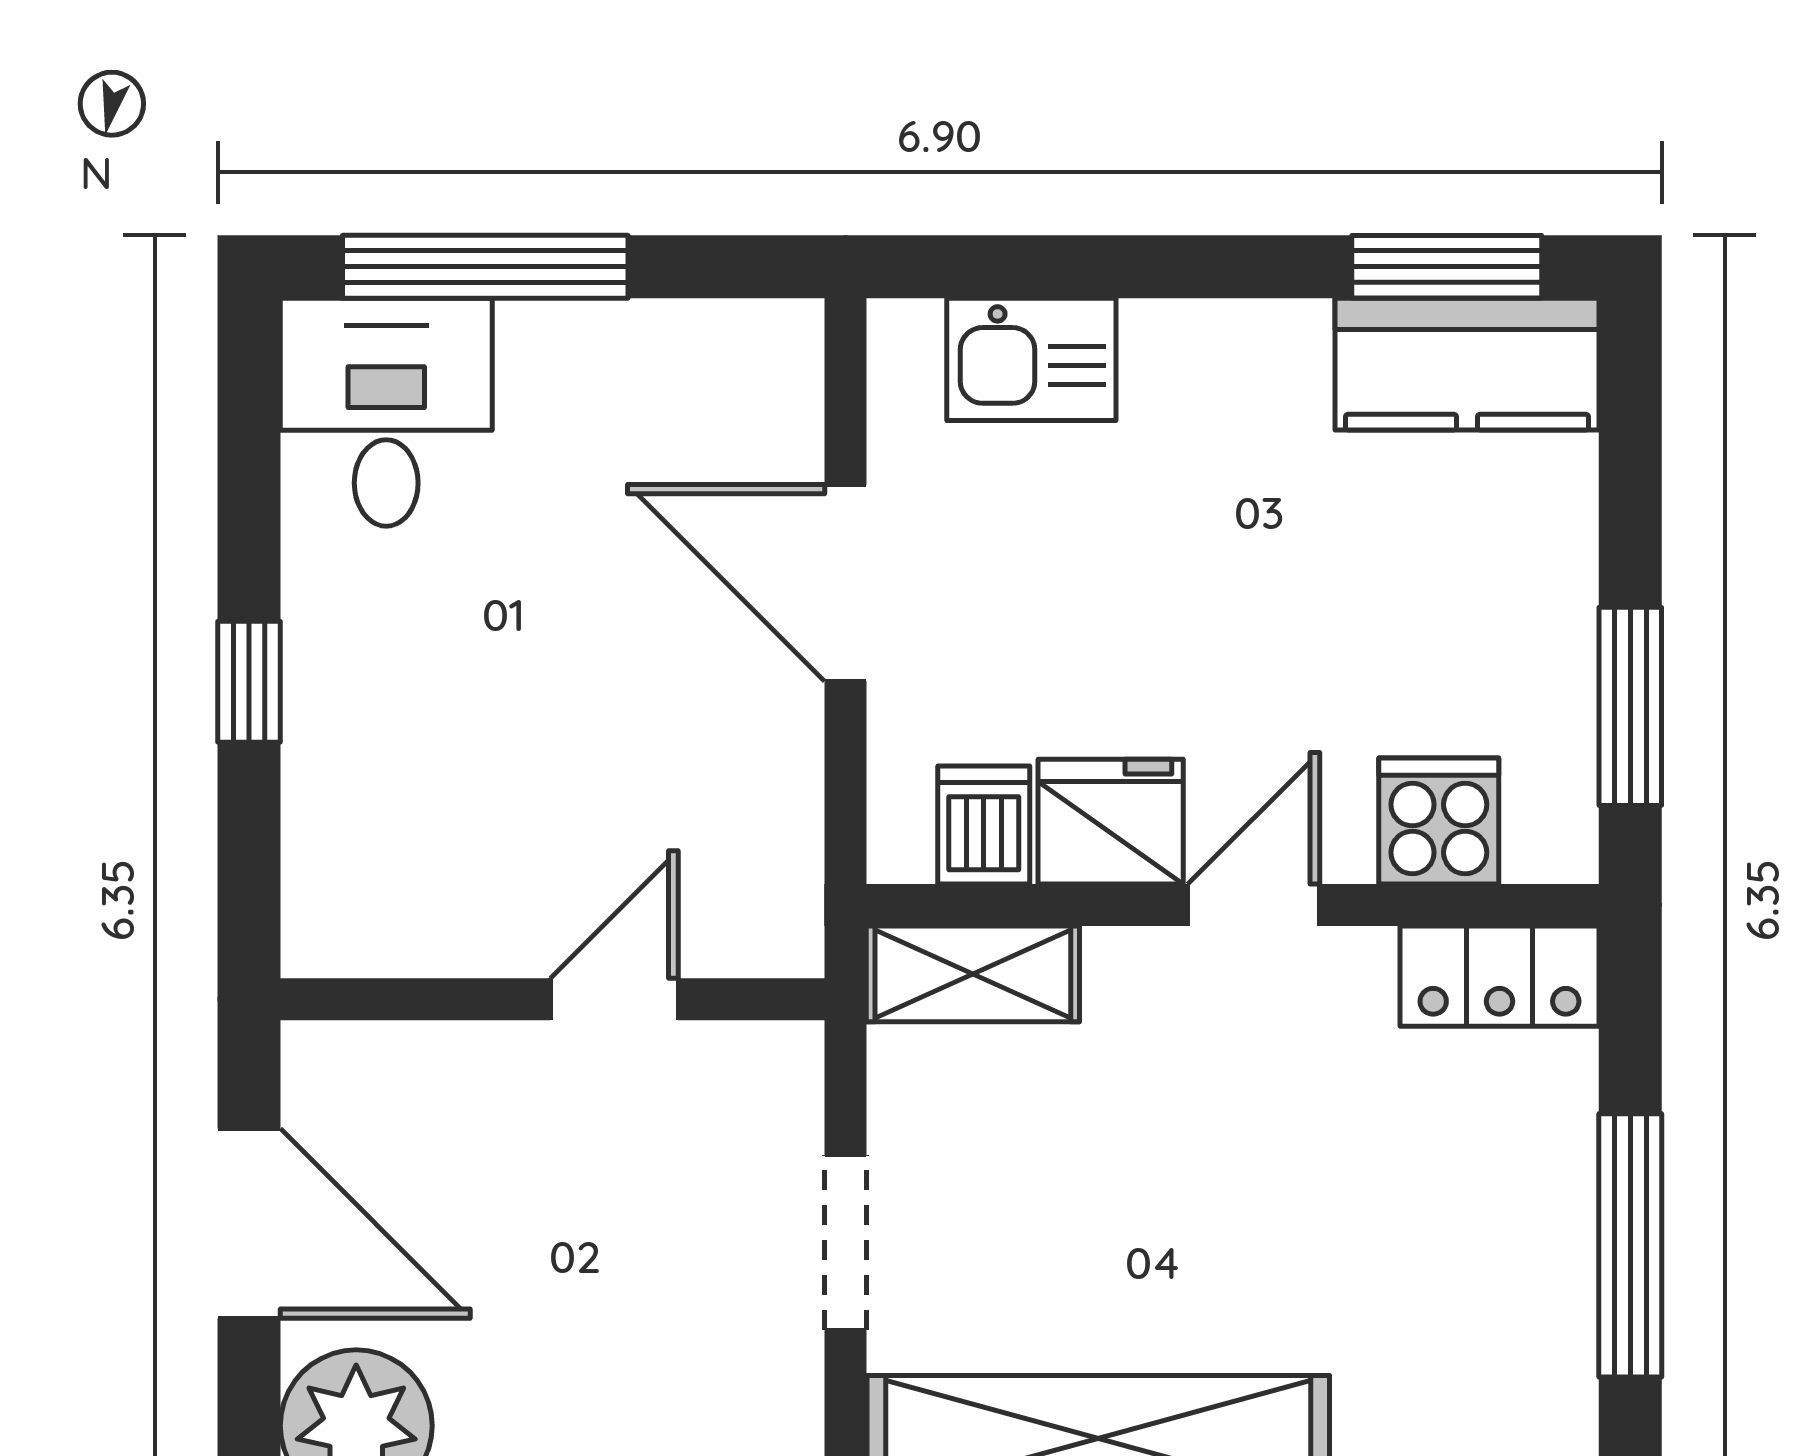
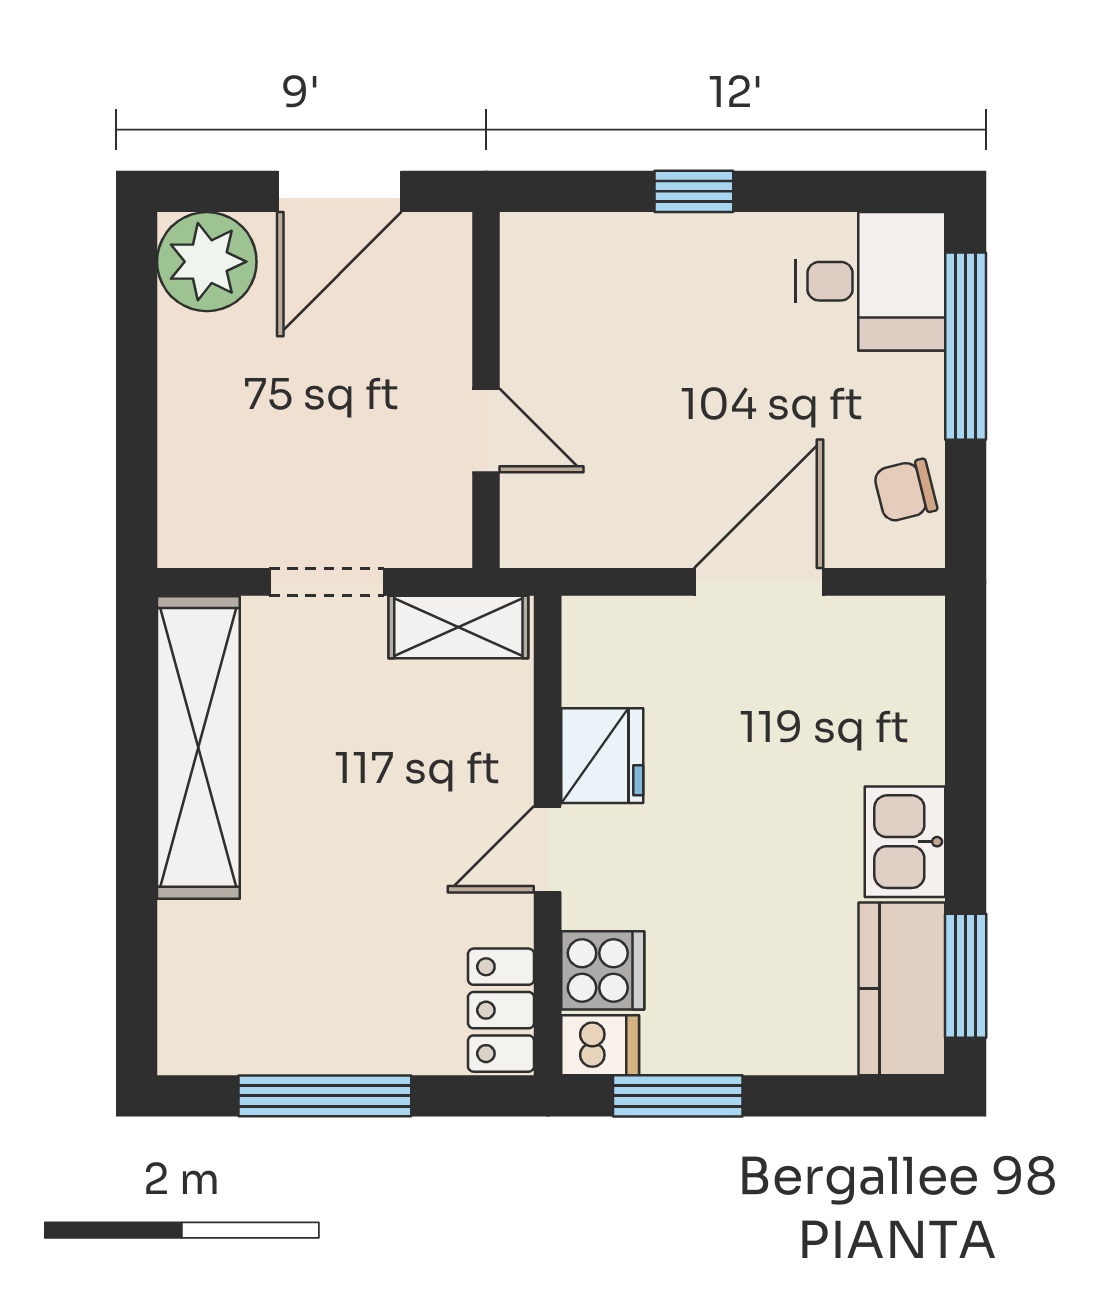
chair: (706, 359) -> (905, 491), added
kitchen sink: (1031, 359) -> (905, 842), moved
dishwasher: (984, 825) -> (600, 1045), moved
door: (1254, 905) -> (548, 849), swing flipped
shelving: (973, 974) -> (458, 627), moved, turned 90

